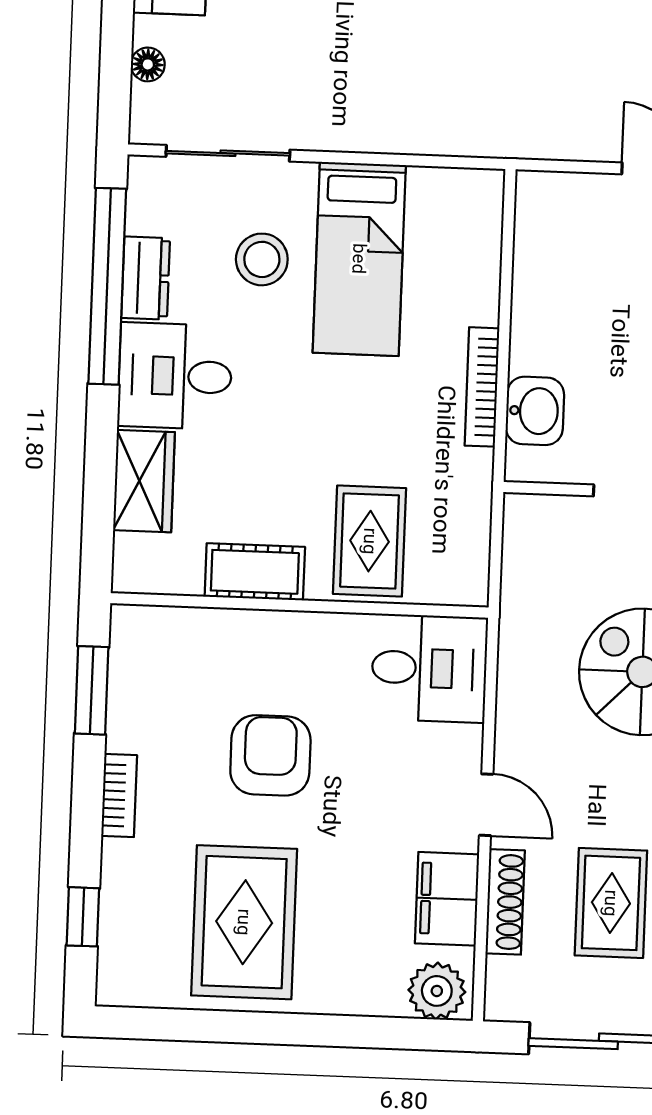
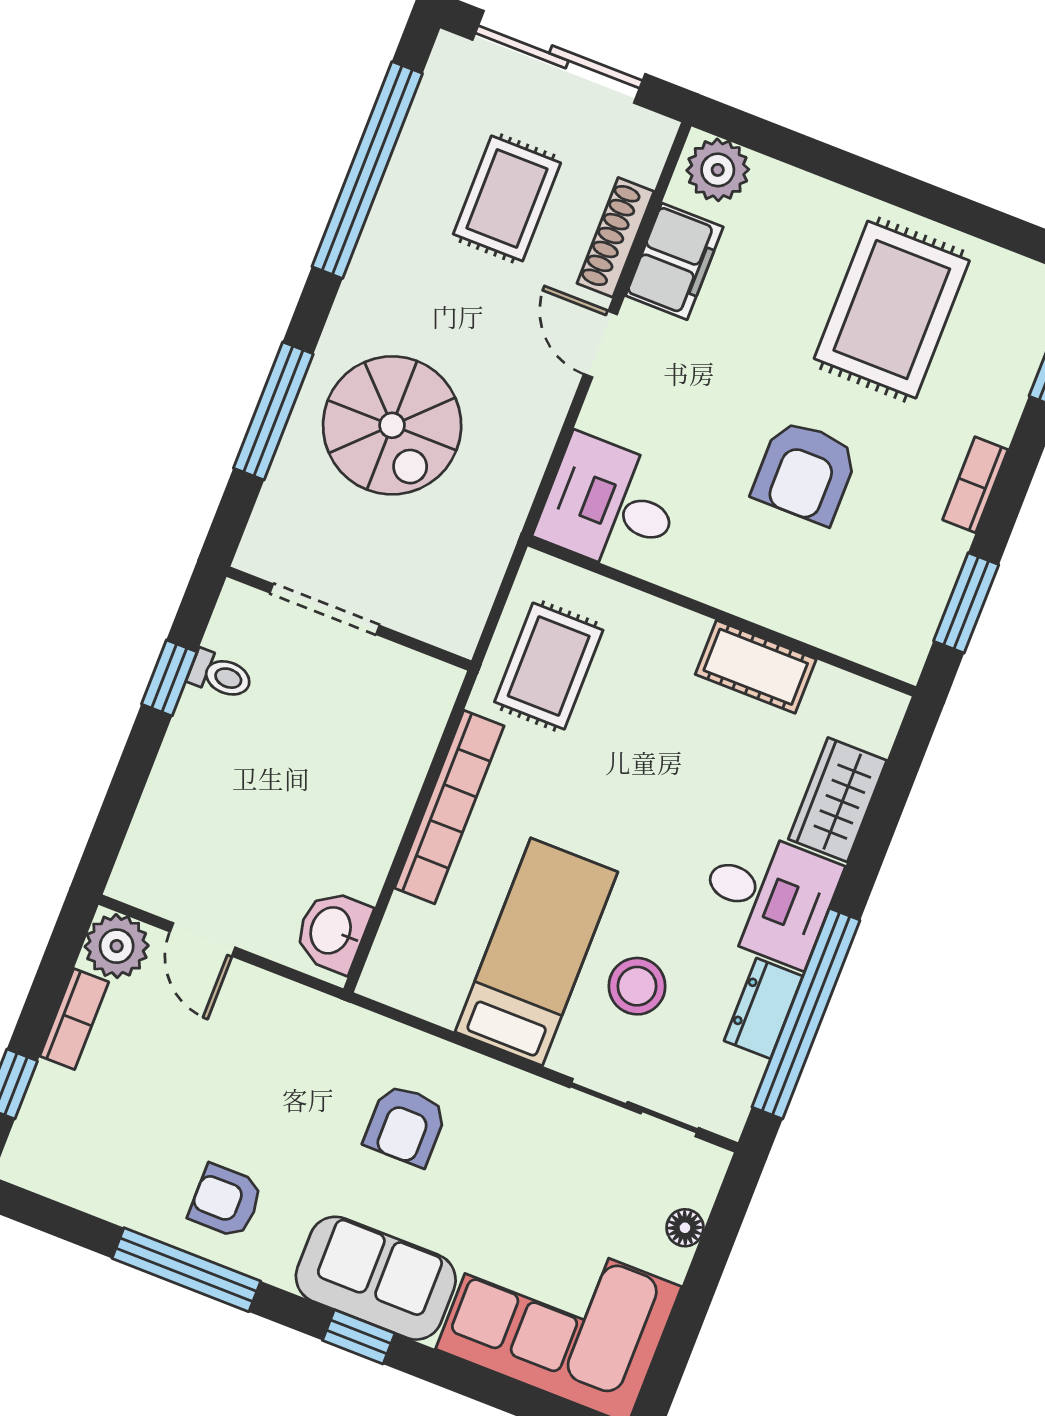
armchair: (421, 69) -> (406, 1125), added
bookcase: (482, 387) -> (449, 807), width x1.48, depth x1.31
washbasin: (535, 411) -> (332, 931), moved
rug: (370, 541) -> (549, 666), moved

